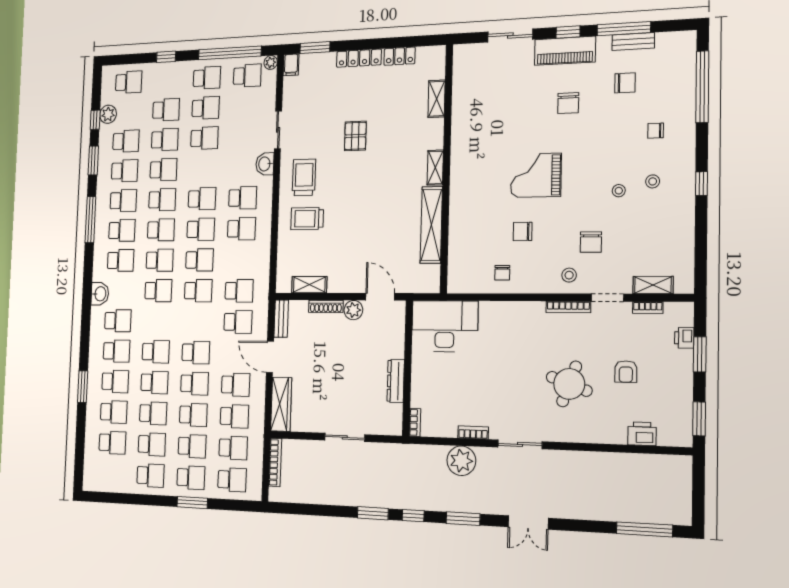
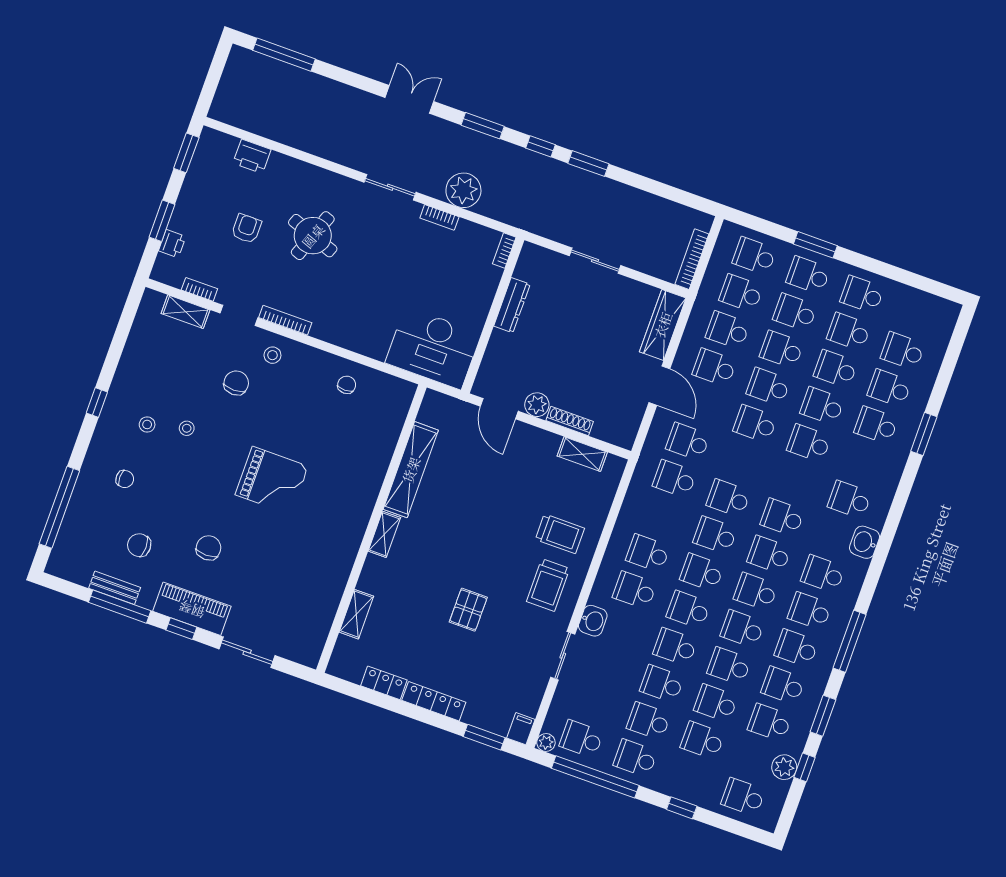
chair: (523, 231) -> (308, 423), removed
bench: (281, 319) -> (631, 426), removed
school desk: (117, 351) -> (675, 647), moved

